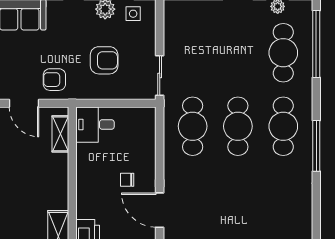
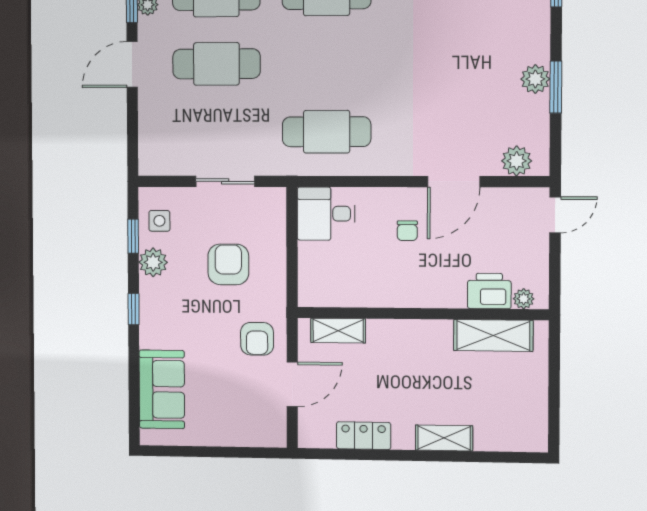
sliding door: (160, 76) -> (225, 181), moved
desk: (95, 125) -> (326, 214), moved, turned 90
cafe table: (238, 126) -> (216, 64), moved

